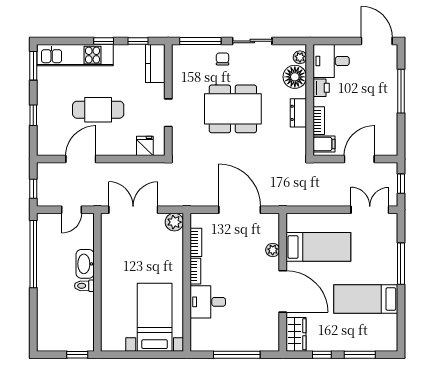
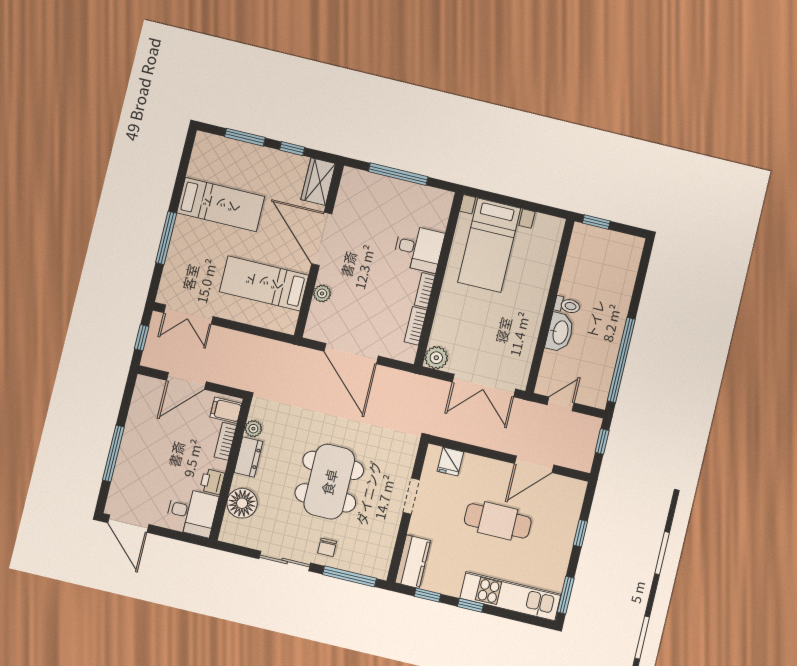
plant: (300, 57) -> (253, 429), moved
dining table: (233, 109) -> (329, 482), turned 90

